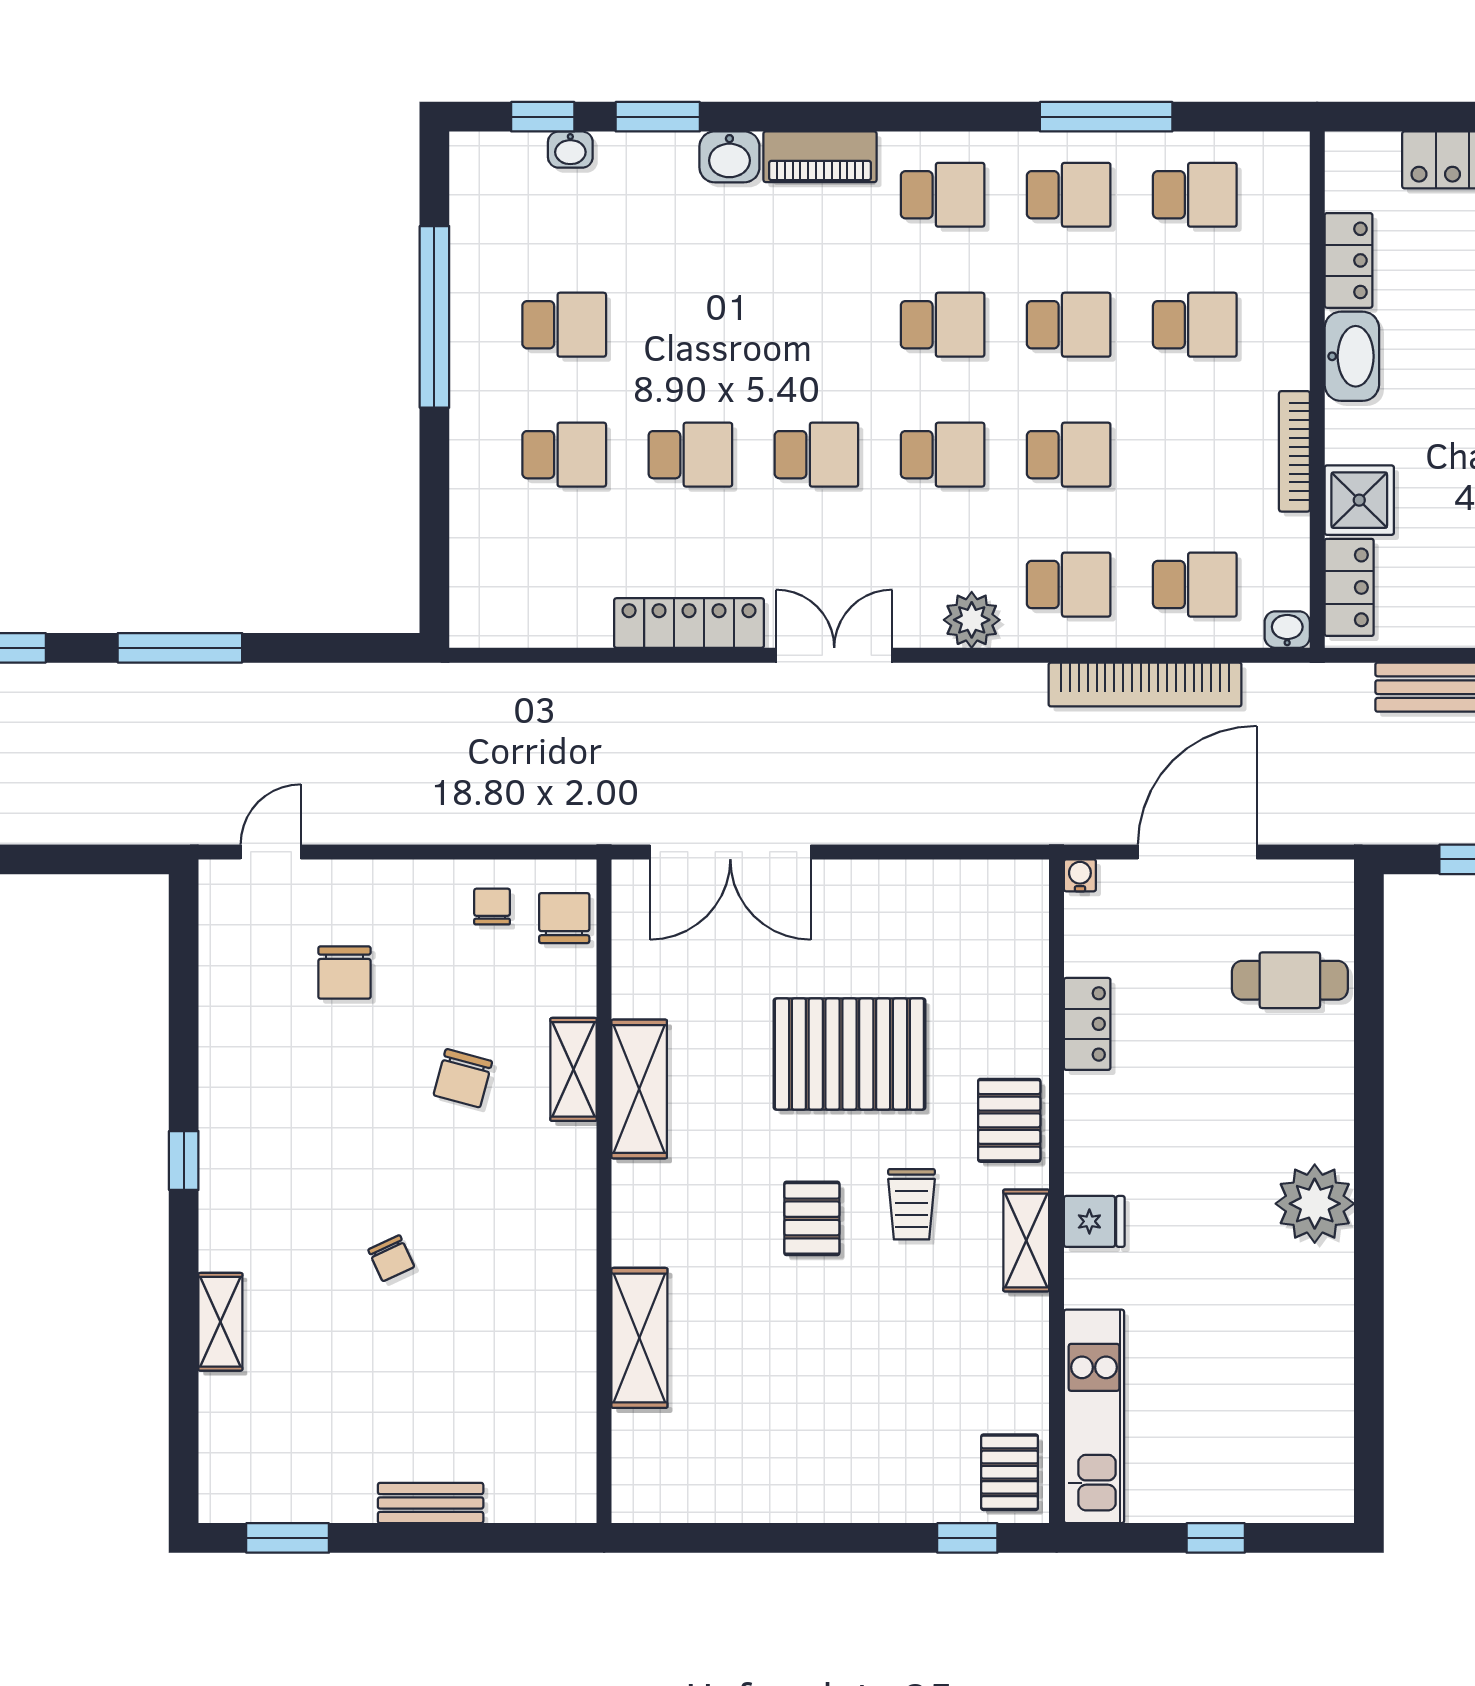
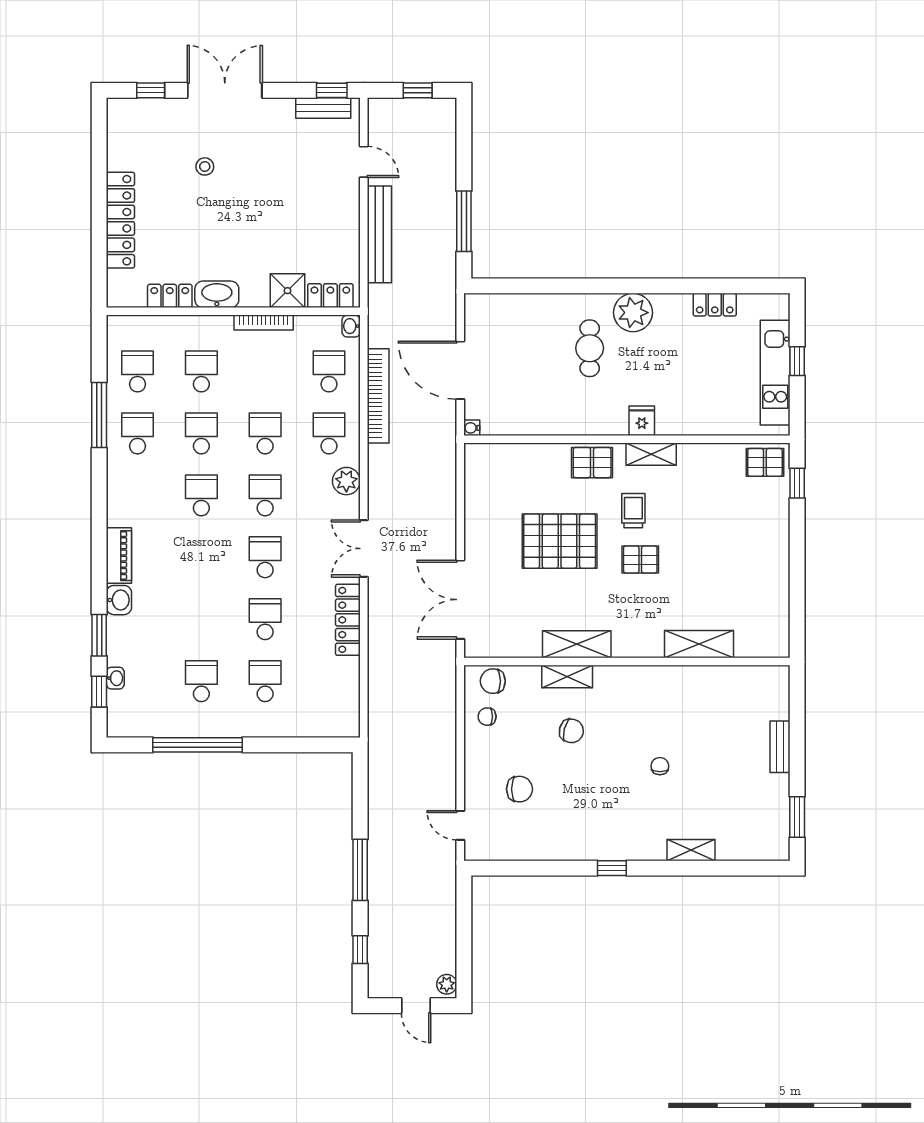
school desk: (943, 195) -> (138, 495), removed
double door: (730, 852) -> (460, 600), swing flipped
cafe table: (1290, 980) -> (590, 348), moved
locker: (1087, 1024) -> (715, 305), moved, turned 180
pallet: (849, 1054) -> (560, 541), turned 90
trolley: (911, 1204) -> (633, 511), turned -90
chair: (391, 1258) -> (660, 766), turned -65
kitchen unit: (1094, 1416) -> (775, 373), moved, turned -90

